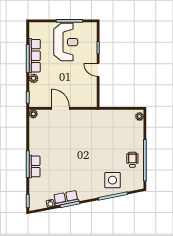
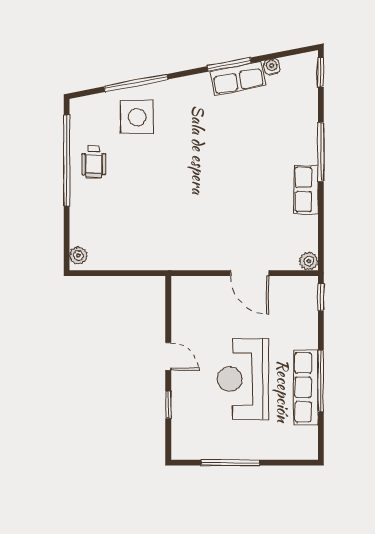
reception desk: (66, 42) -> (243, 379), moved
plant: (34, 78) -> (308, 338), removed
row of seats: (34, 166) -> (306, 189), moved

